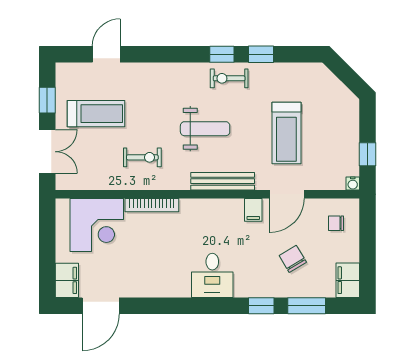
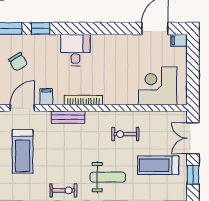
weight bench: (205, 129) -> (108, 177), moved, turned 180
treadmill: (286, 133) -> (23, 151), turned 180
bench: (223, 181) -> (68, 117), width x0.73
bookcase: (152, 205) -> (83, 100), moved
filing cabinet: (67, 280) -> (179, 40), width x0.50

